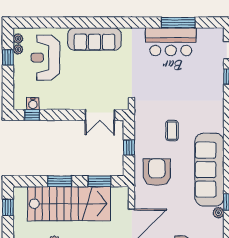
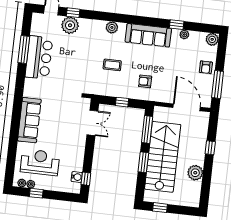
reception desk: (45, 58) -> (40, 162), turned 180
plant: (214, 75) -> (70, 25), added
plant: (217, 125) -> (112, 27), added
sofa: (209, 170) -> (148, 35), width x0.74, depth x0.79
armchair: (157, 172) -> (145, 81), width x0.53, depth x0.53
window: (99, 181) -> (147, 130), width x1.44

